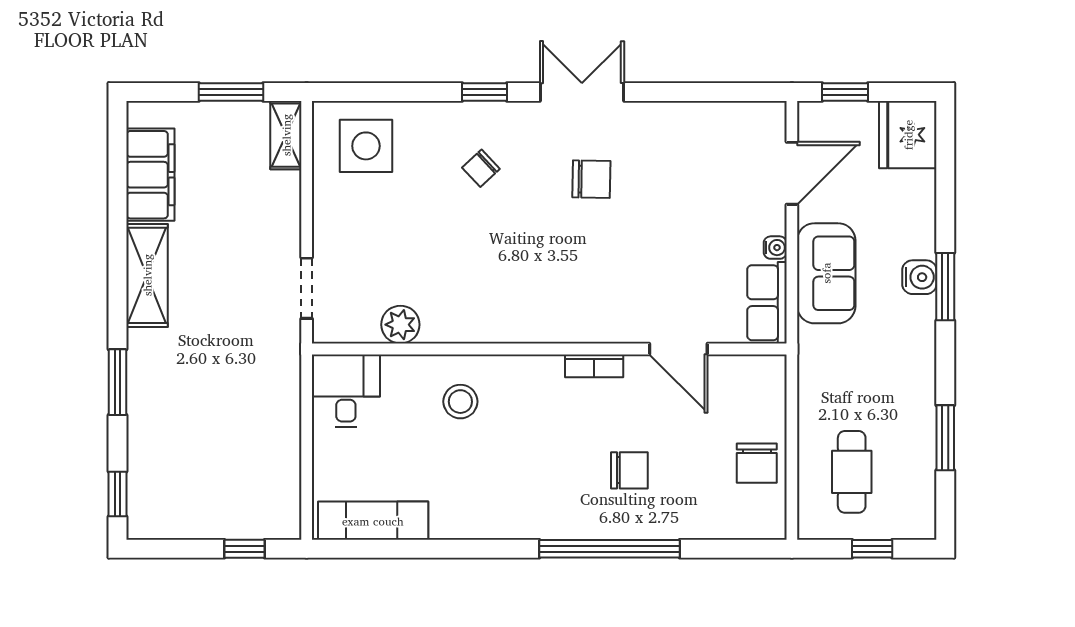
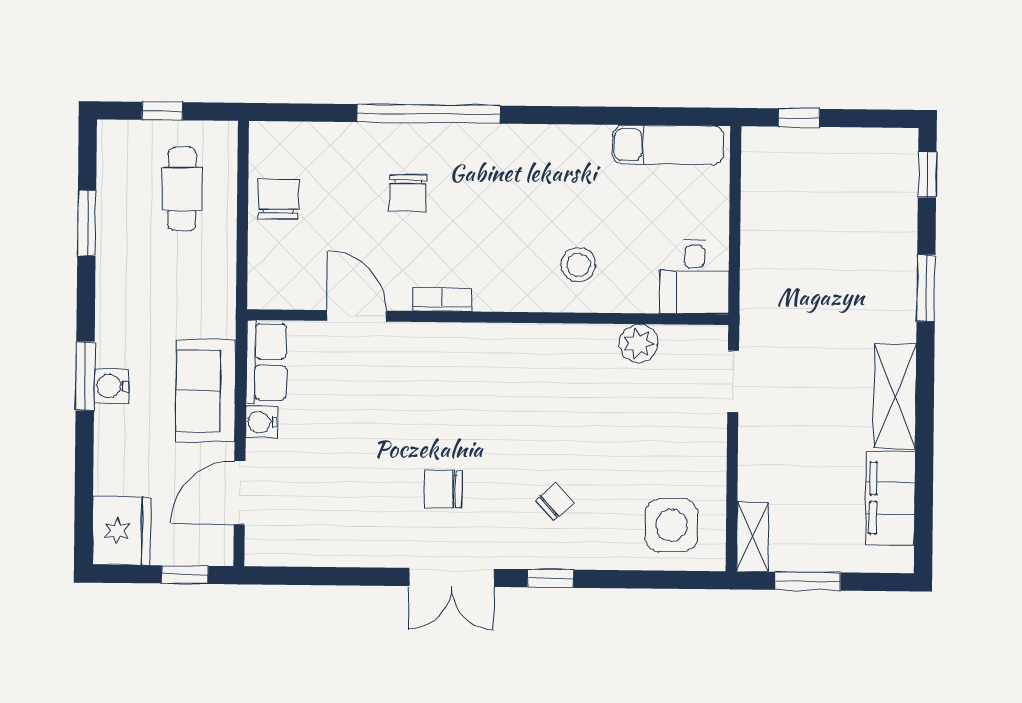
water cooler: (775, 248) -> (262, 422), width x1.38, depth x1.38
chair: (629, 470) -> (408, 193), turned -90

